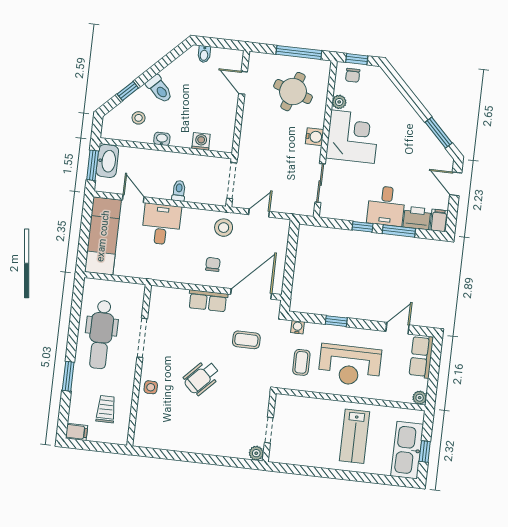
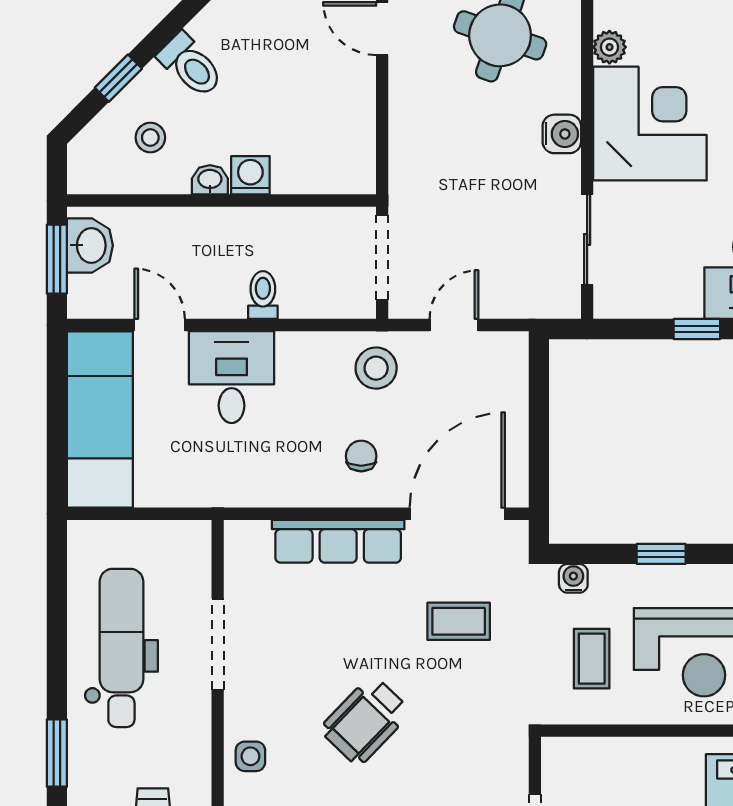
washing machine: (201, 141) -> (250, 175), moved
washbasin: (107, 161) -> (90, 245), width x0.72
row of seats: (208, 301) -> (338, 541), width x1.48
dental chair: (101, 335) -> (121, 648), turned 180

